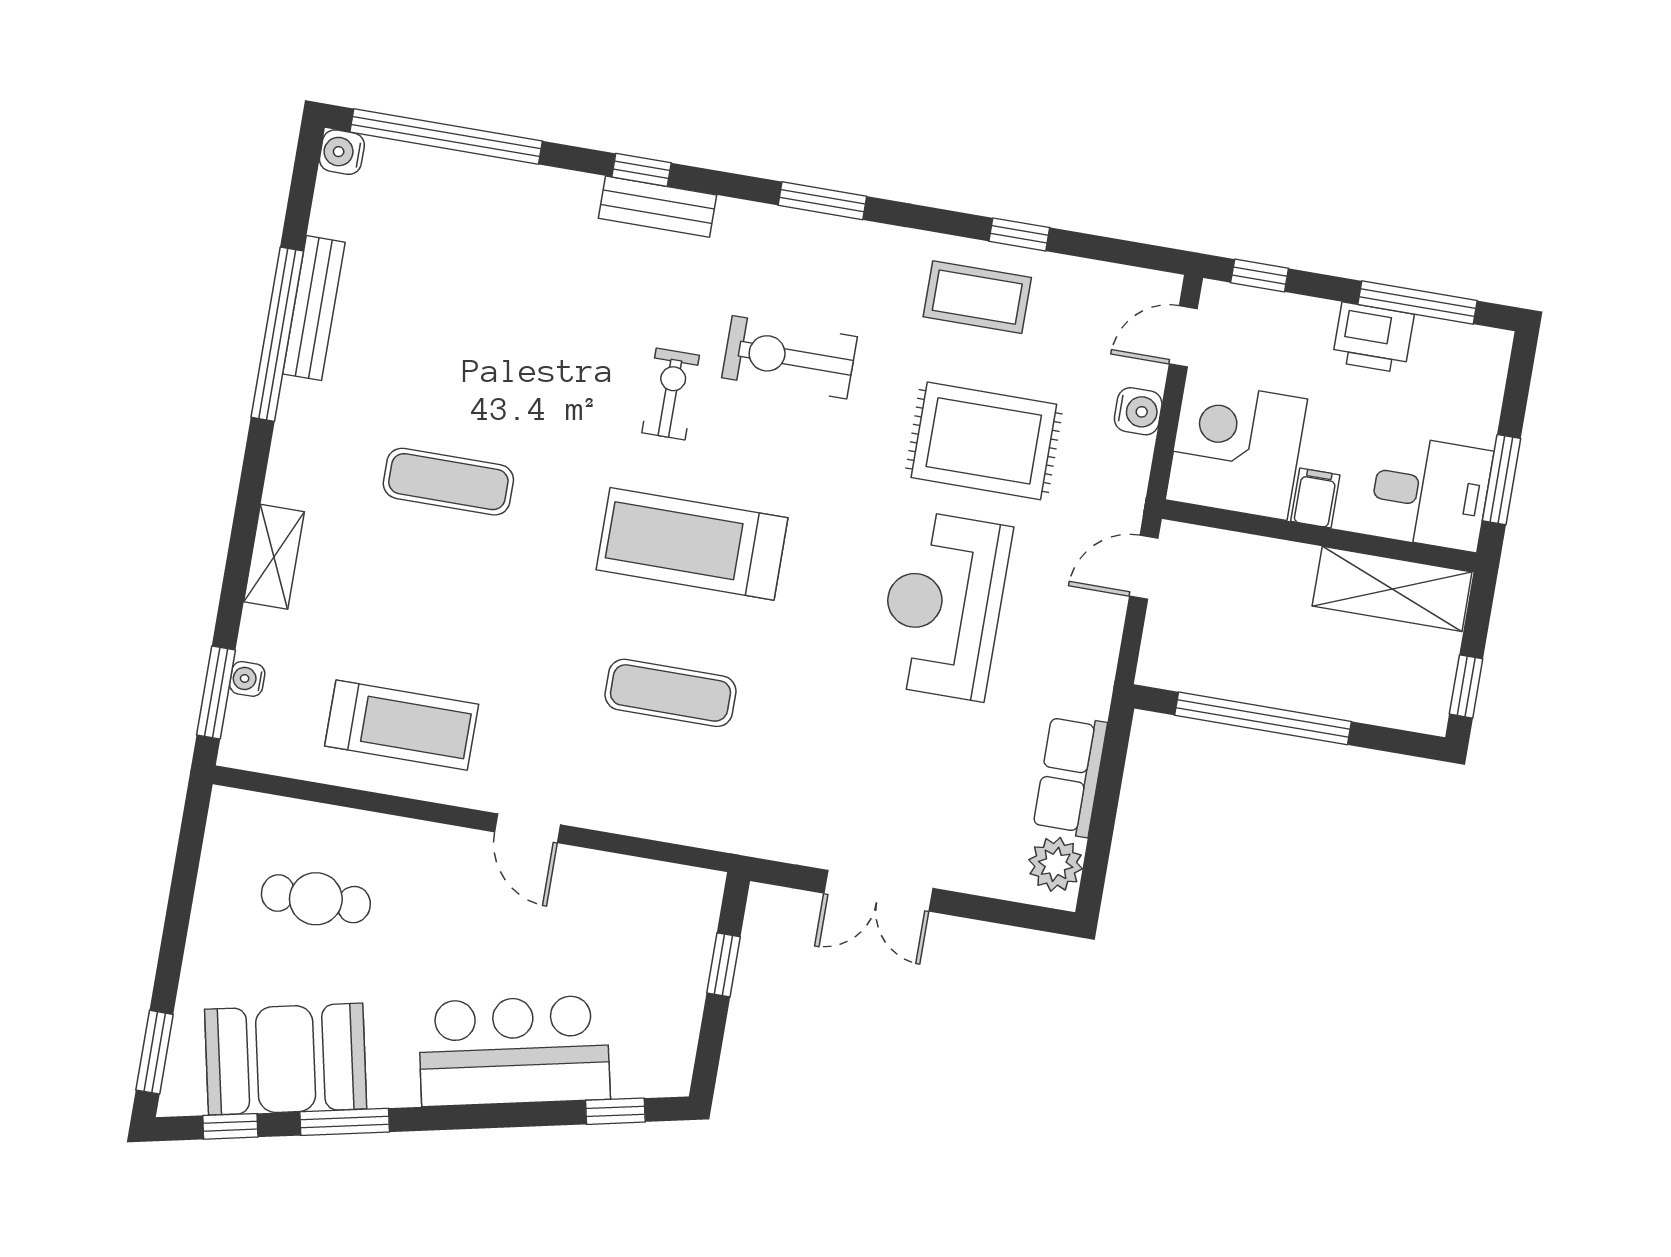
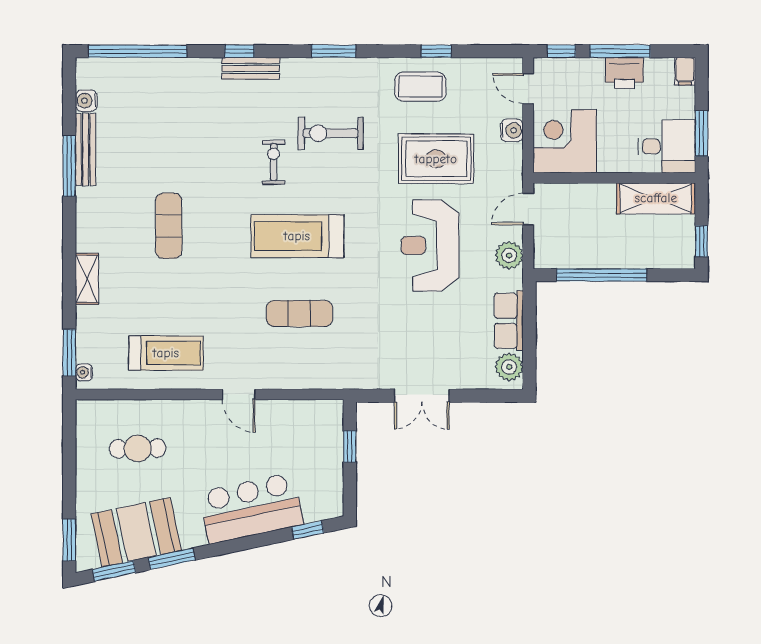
water cooler: (342, 152) -> (86, 101), moved
window: (1418, 302) -> (620, 51), moved
window: (277, 334) -> (69, 166), width x0.68
door: (1183, 336) -> (528, 89), hinge flipped
exercise mat: (448, 482) -> (169, 226), turned 90
filing cabinet: (1315, 498) -> (685, 71), moved, turned 180
plant: (1092, 650) -> (509, 255), added
water cooler: (247, 679) -> (84, 372), moved
window: (230, 1126) -> (114, 571), width x1.50

